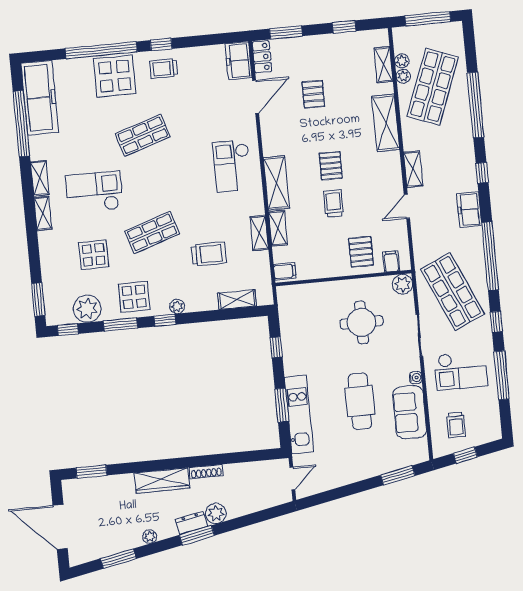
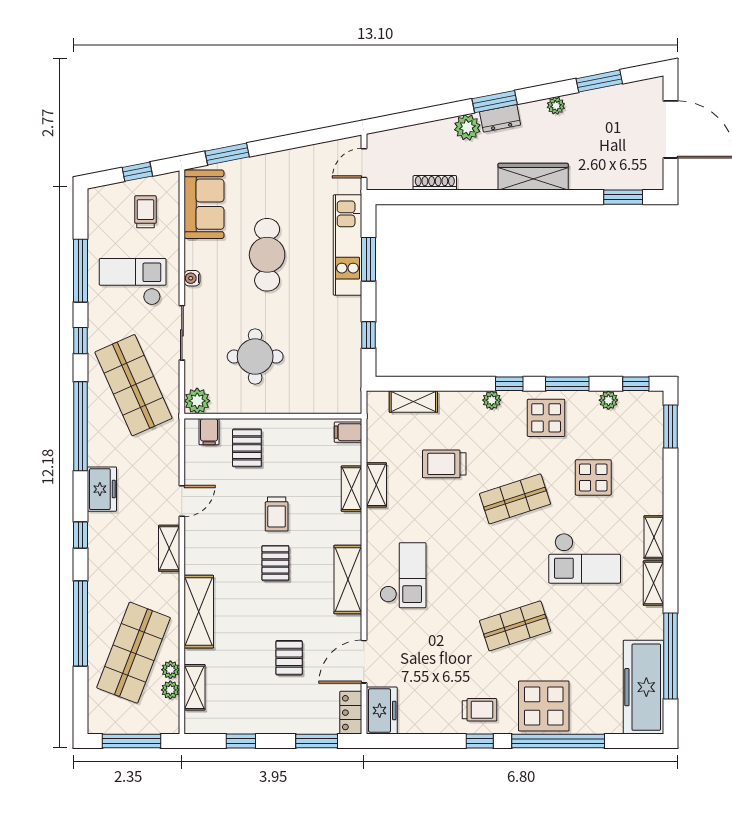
shelving: (276, 183) -> (348, 580), moved
plant: (87, 309) -> (608, 400), width x0.53, depth x0.53
sofa: (410, 412) -> (204, 204), moved
shoe rack: (206, 472) -> (435, 183), moved

